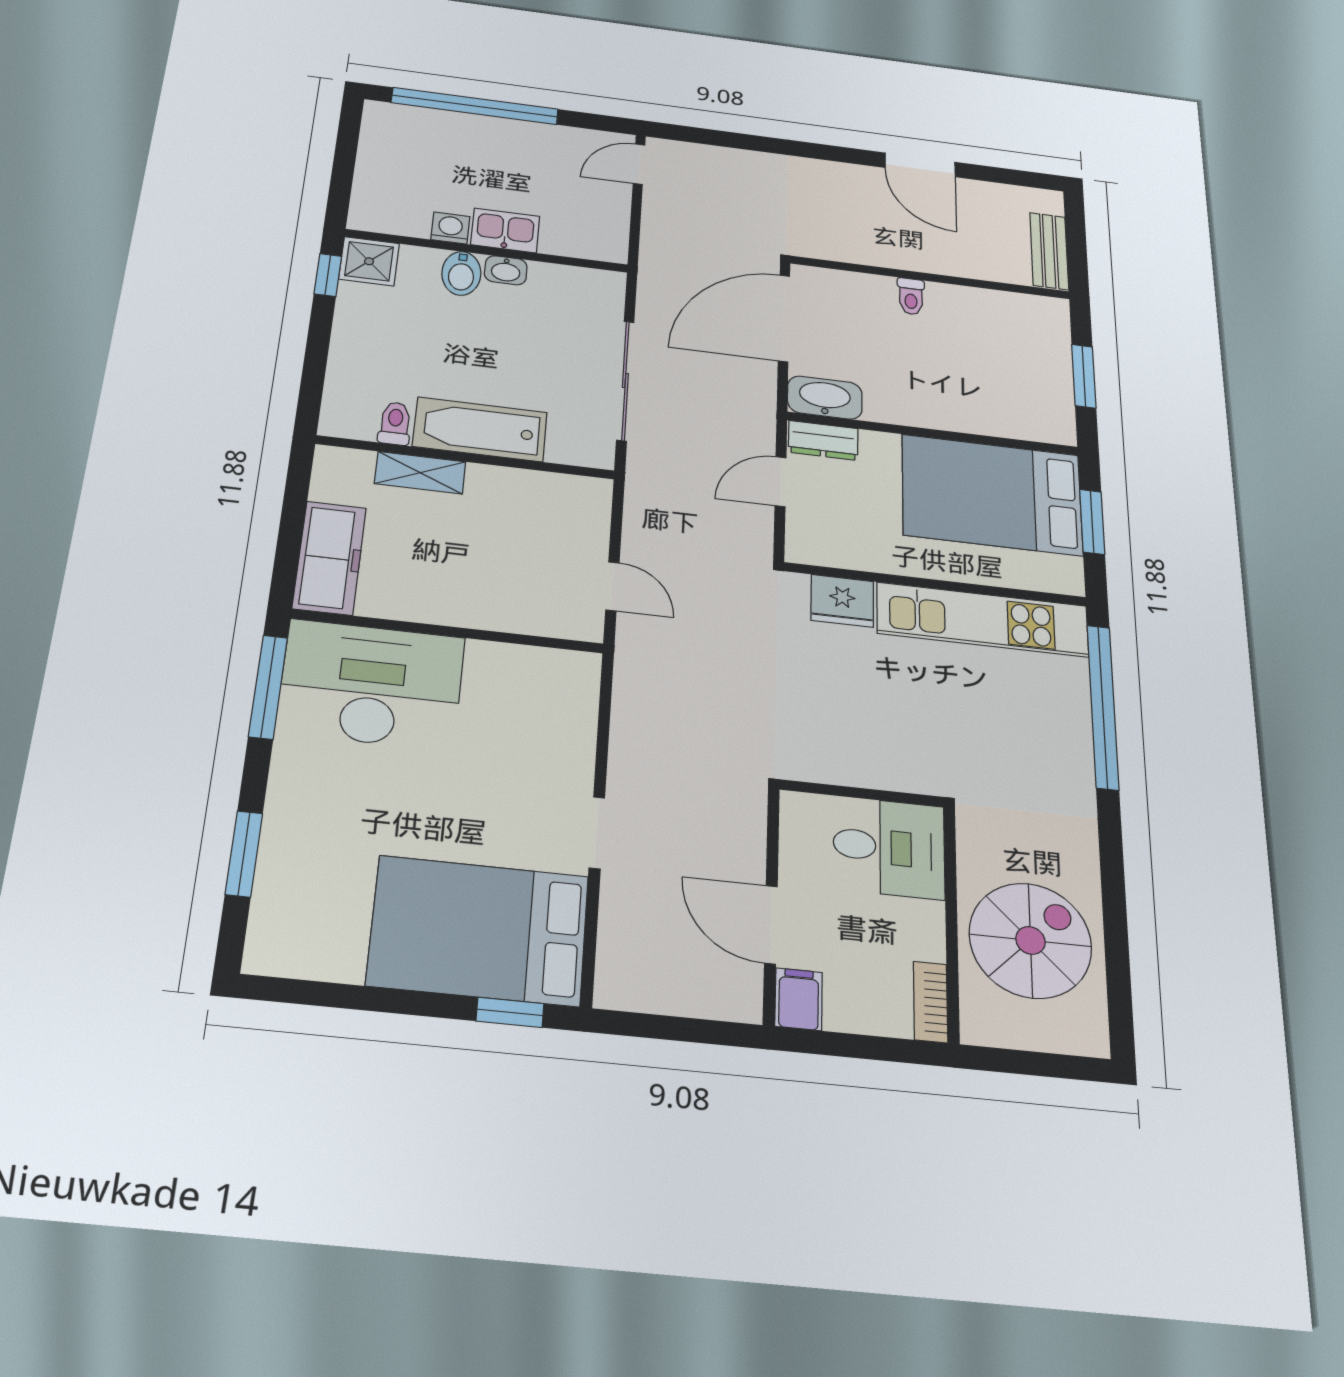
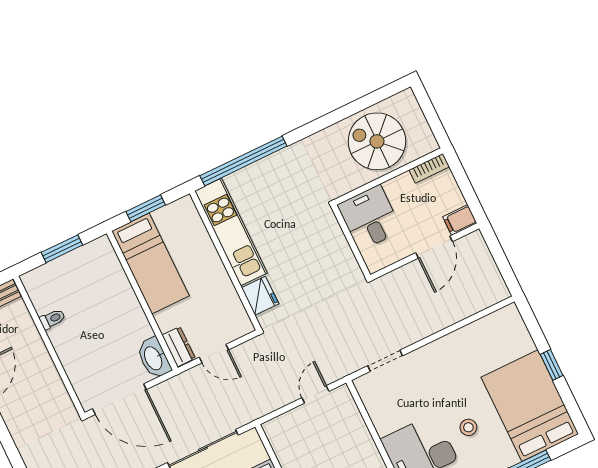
toilet: (911, 296) -> (52, 319), moved
bed: (992, 495) -> (151, 263), width x0.67
stool: (388, 790) -> (468, 427), added
doorway: (597, 833) -> (385, 361), moved
bed: (479, 930) -> (530, 406), moved, turned 180
window: (510, 1012) -> (552, 365), moved

